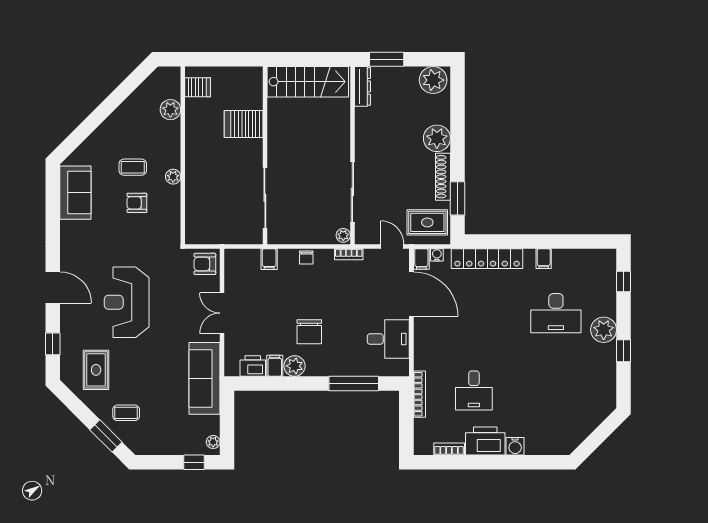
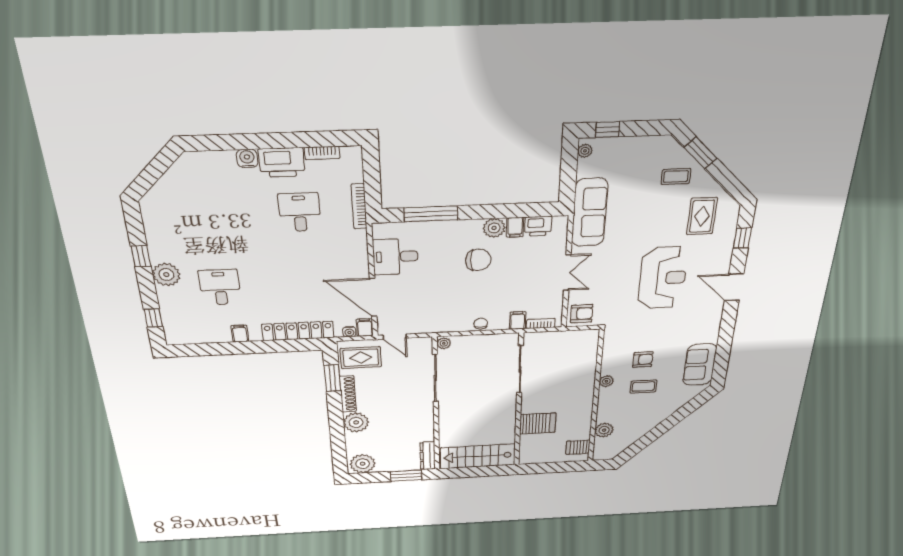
bookcase: (349, 254) -> (541, 323), moved
desk: (556, 313) -> (220, 287), width x0.73
chair: (309, 332) -> (478, 260), turned 90

